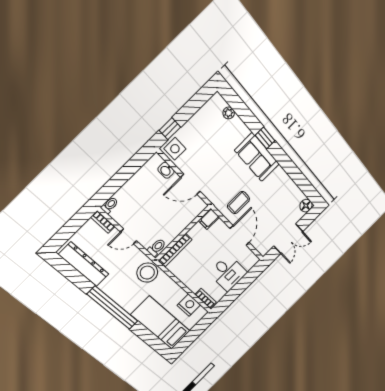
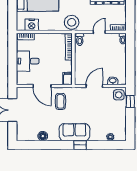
floor lamp: (306, 206) -> (43, 136), moved

